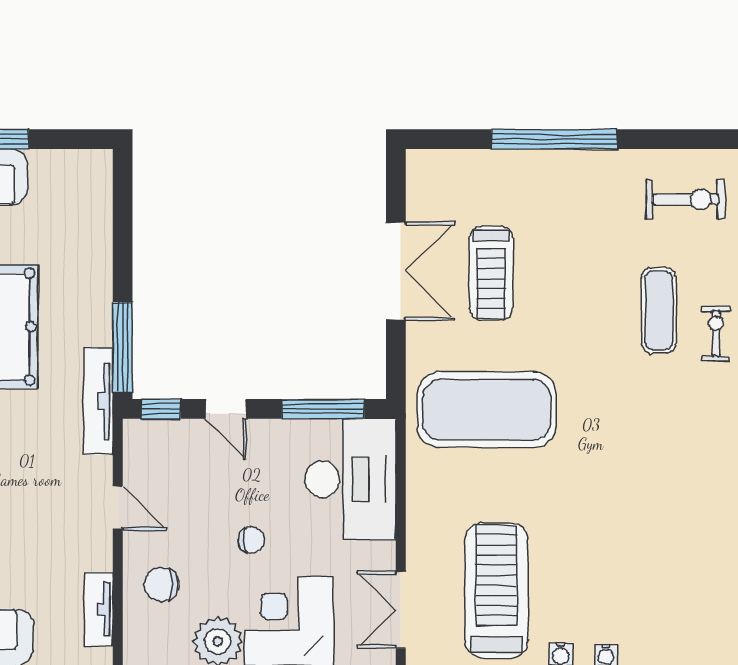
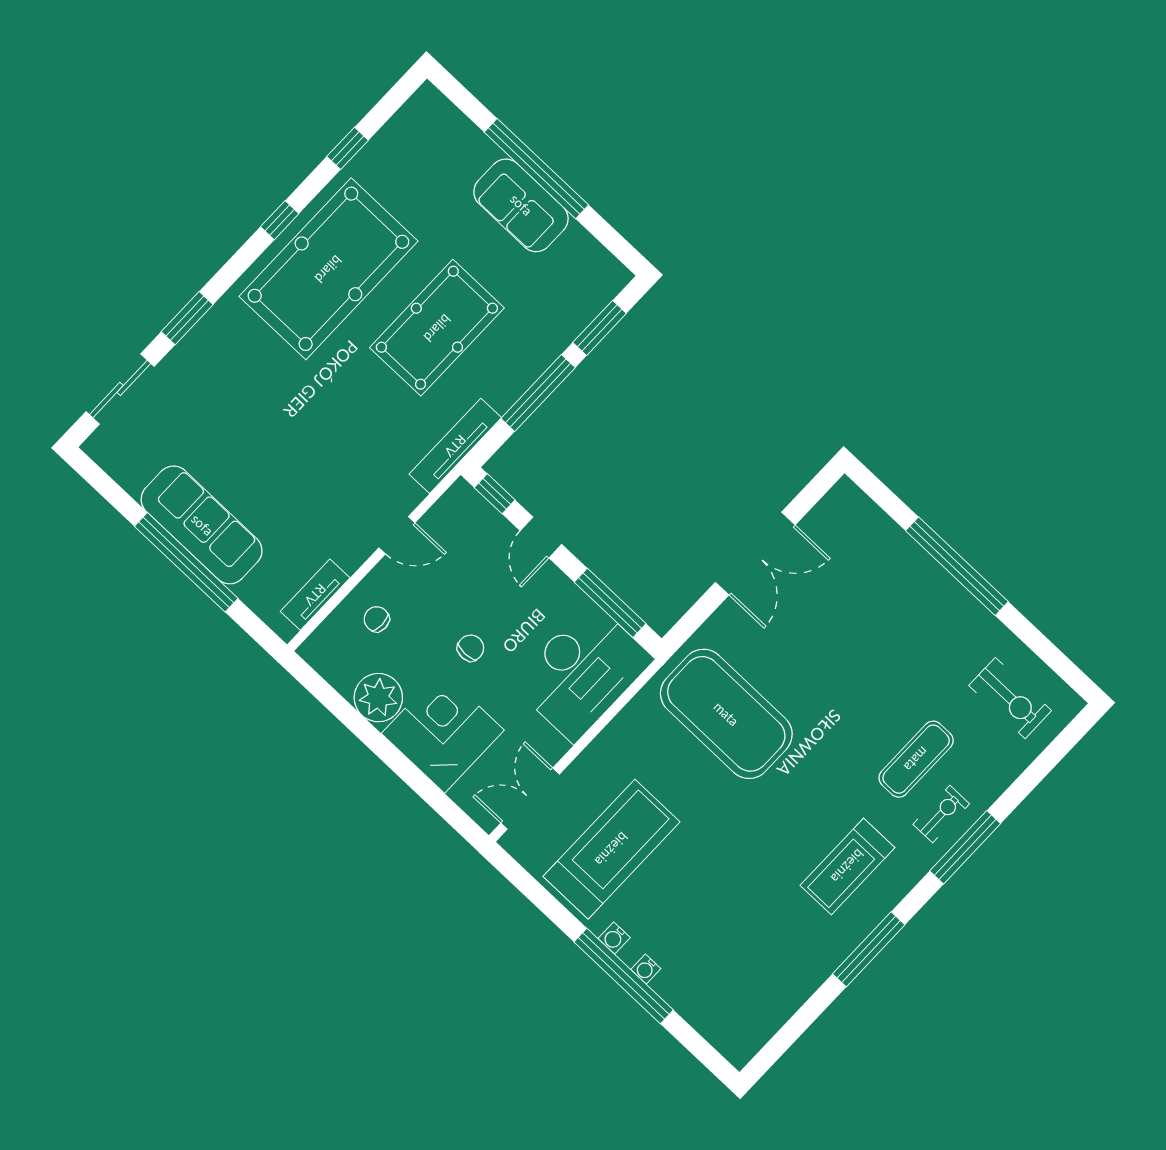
window: (123, 213) -> (600, 328), added
treadmill: (491, 273) -> (847, 866), moved
window: (123, 347) -> (538, 393), moved
door: (118, 508) -> (397, 535), hinge flipped
chair: (251, 540) -> (471, 648), turned -84
chair: (161, 584) -> (377, 619), width x0.73, depth x0.73

